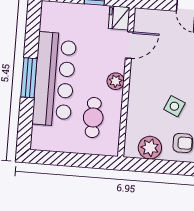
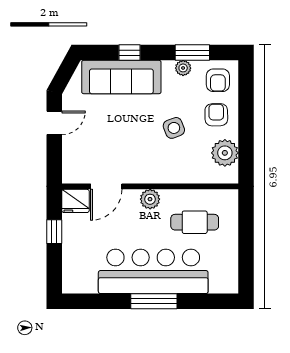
door: (129, 45) -> (106, 186), swing flipped
side table: (174, 106) -> (174, 128), turned 45

